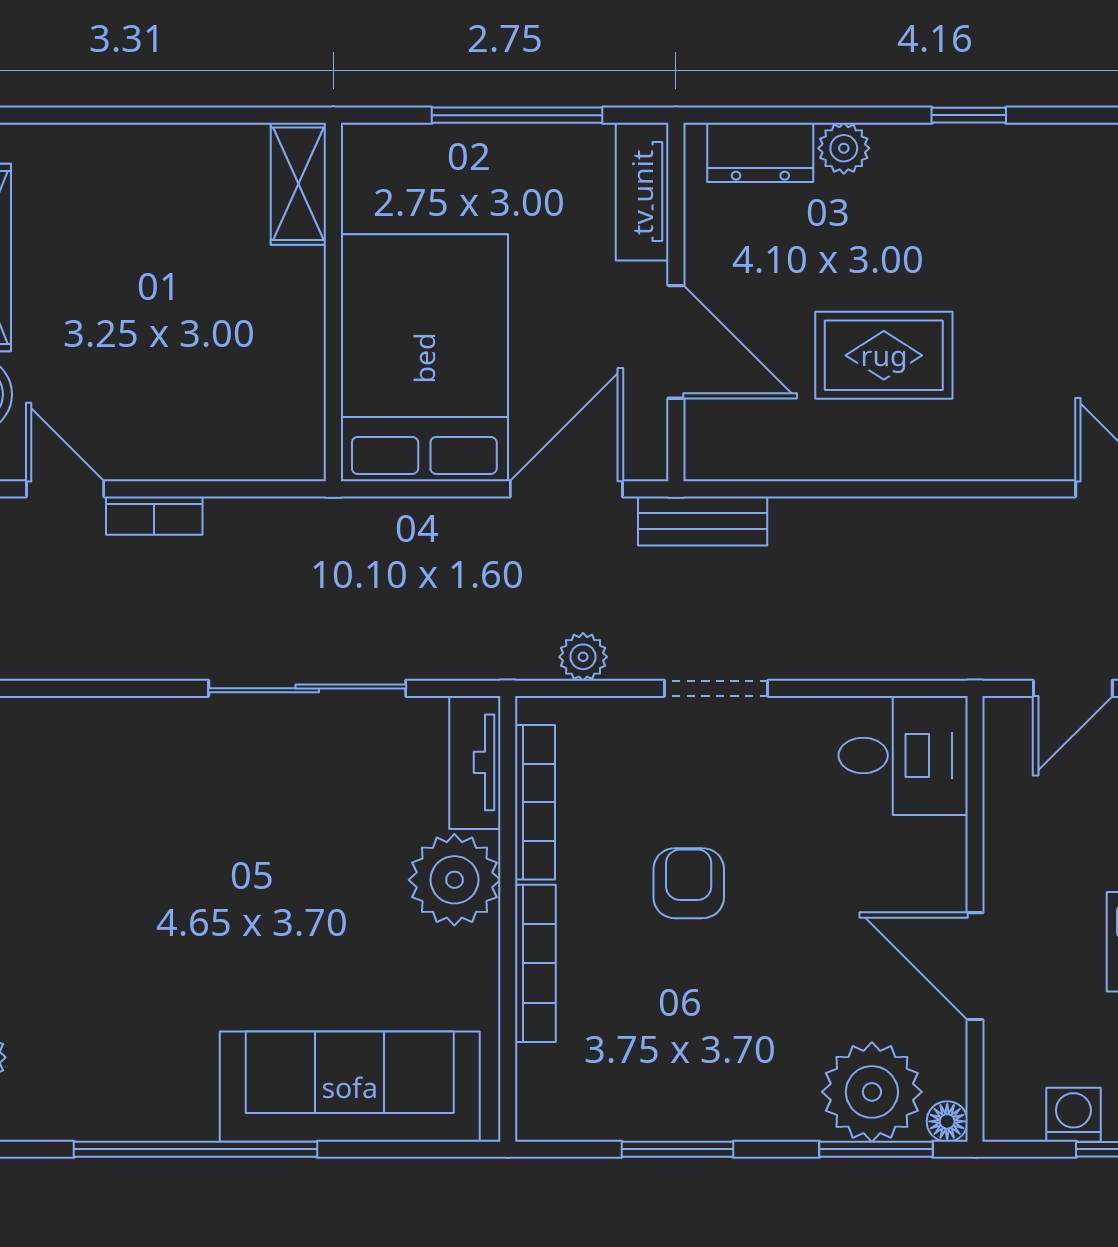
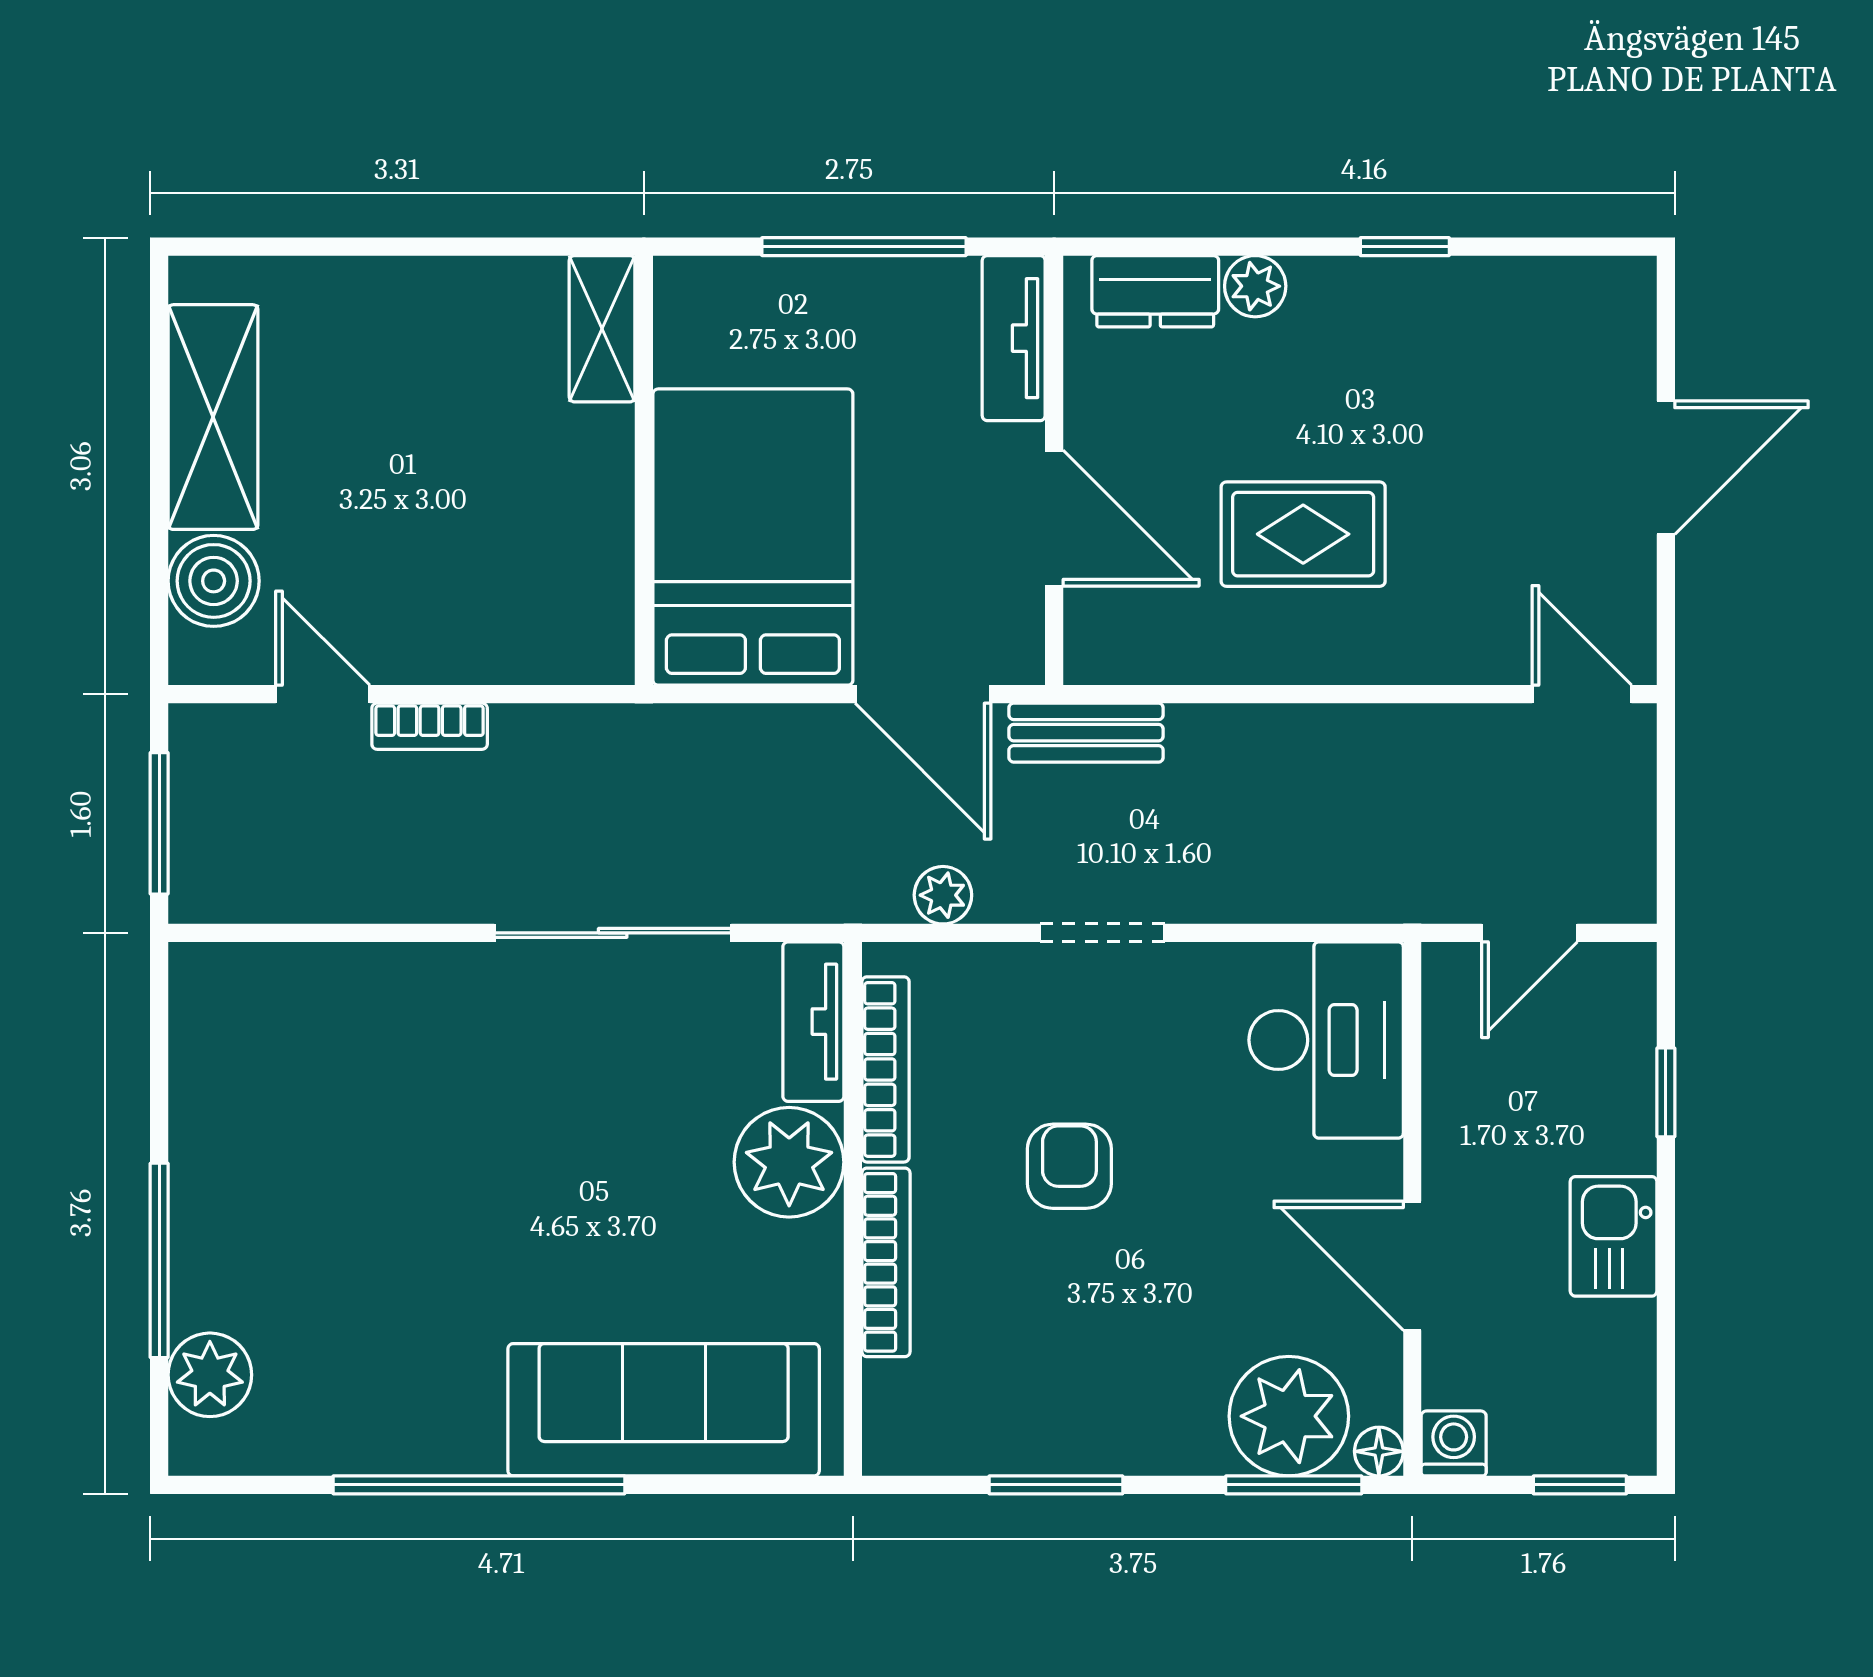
door: (566, 489) -> (923, 694), swing flipped
desk: (903, 755) -> (1326, 1040), width x1.37
washing machine: (1073, 1115) -> (1454, 1443), moved

